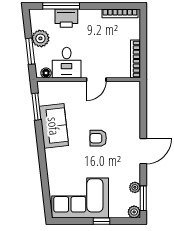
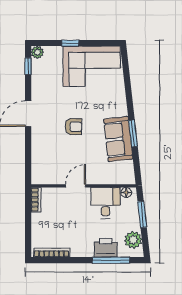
plant: (40, 38) -> (133, 240), moved
bookcase: (135, 59) -> (36, 200), width x0.64
window: (36, 107) -> (133, 133), moved
plant: (135, 187) -> (37, 77), removed
window: (143, 198) -> (28, 66), width x0.67

